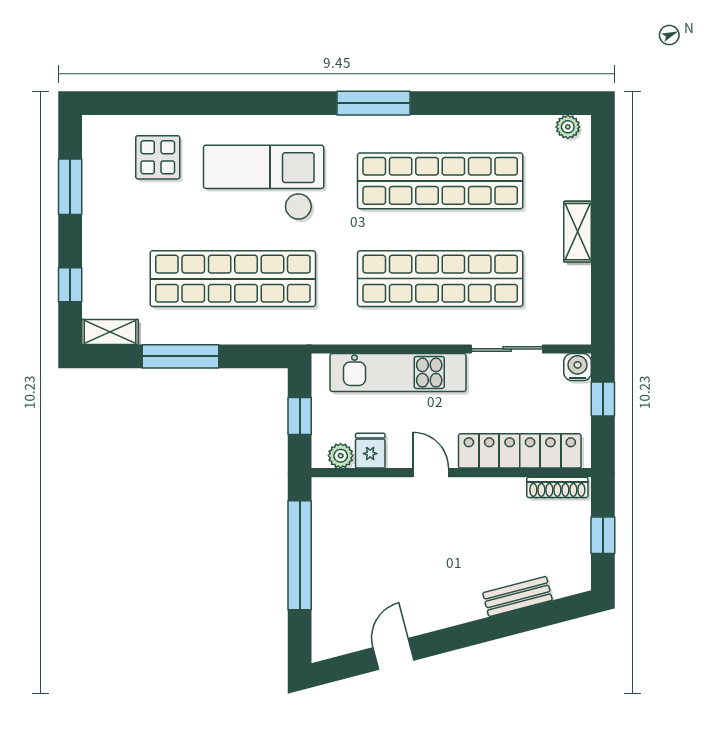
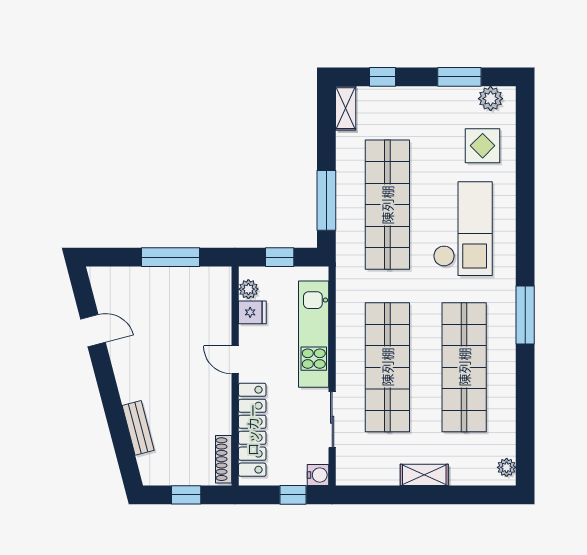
plant: (98, 147) -> (491, 99), added
window: (180, 356) -> (326, 200), moved
door: (431, 473) -> (235, 360), swing flipped
window: (300, 555) -> (170, 257), width x0.68

